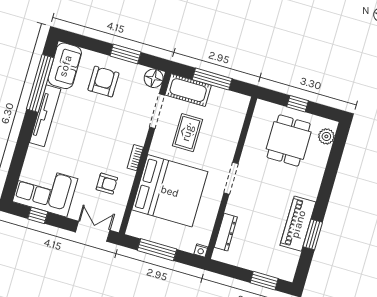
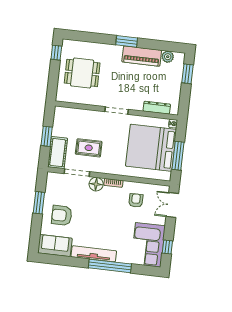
floor lamp: (154, 78) -> (96, 184), moved
window: (212, 79) -> (47, 136), width x0.69
window: (40, 83) -> (110, 266), moved
window: (298, 104) -> (56, 53), moved
plant: (326, 136) -> (168, 57), moved
bed: (170, 191) -> (151, 148), moved, turned -90
window: (313, 234) -> (127, 41), moved

